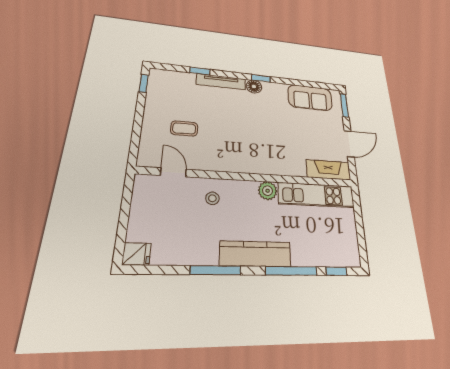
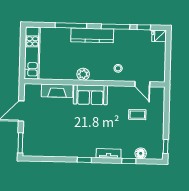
tv unit: (221, 82) -> (109, 153), width x0.71
floor lamp: (254, 87) -> (141, 153), moved
sofa: (310, 98) -> (90, 95), moved, turned 180
fireplace: (328, 170) -> (57, 91), moved
kitchen unit: (316, 195) -> (32, 53), moved, turned 90
window: (336, 271) -> (144, 27), moved

